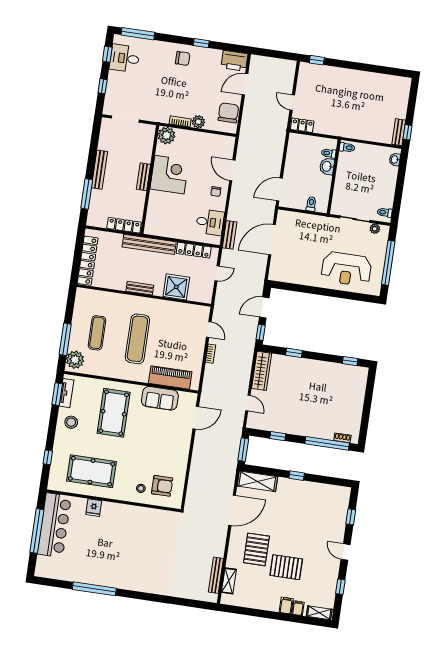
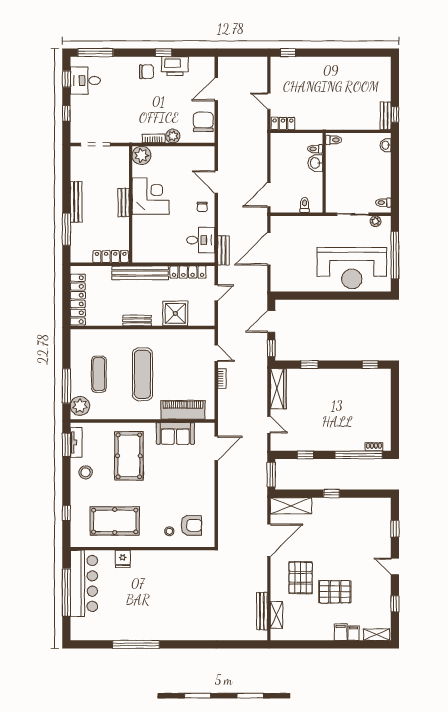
printer: (234, 61) -> (175, 66), moved
reception desk: (346, 269) -> (352, 268), width x1.36, depth x1.30

